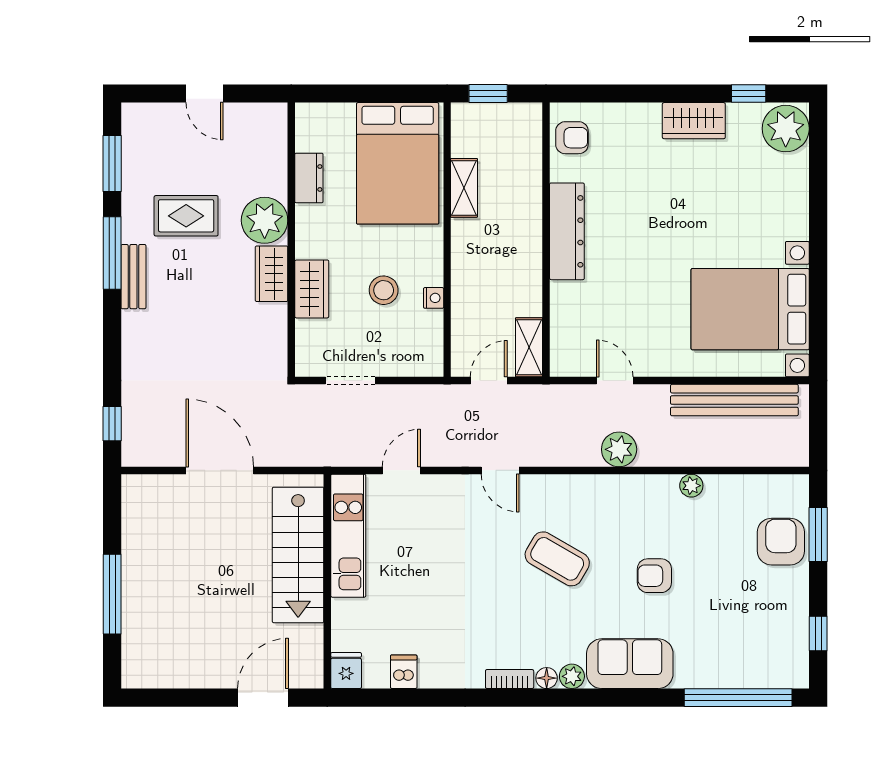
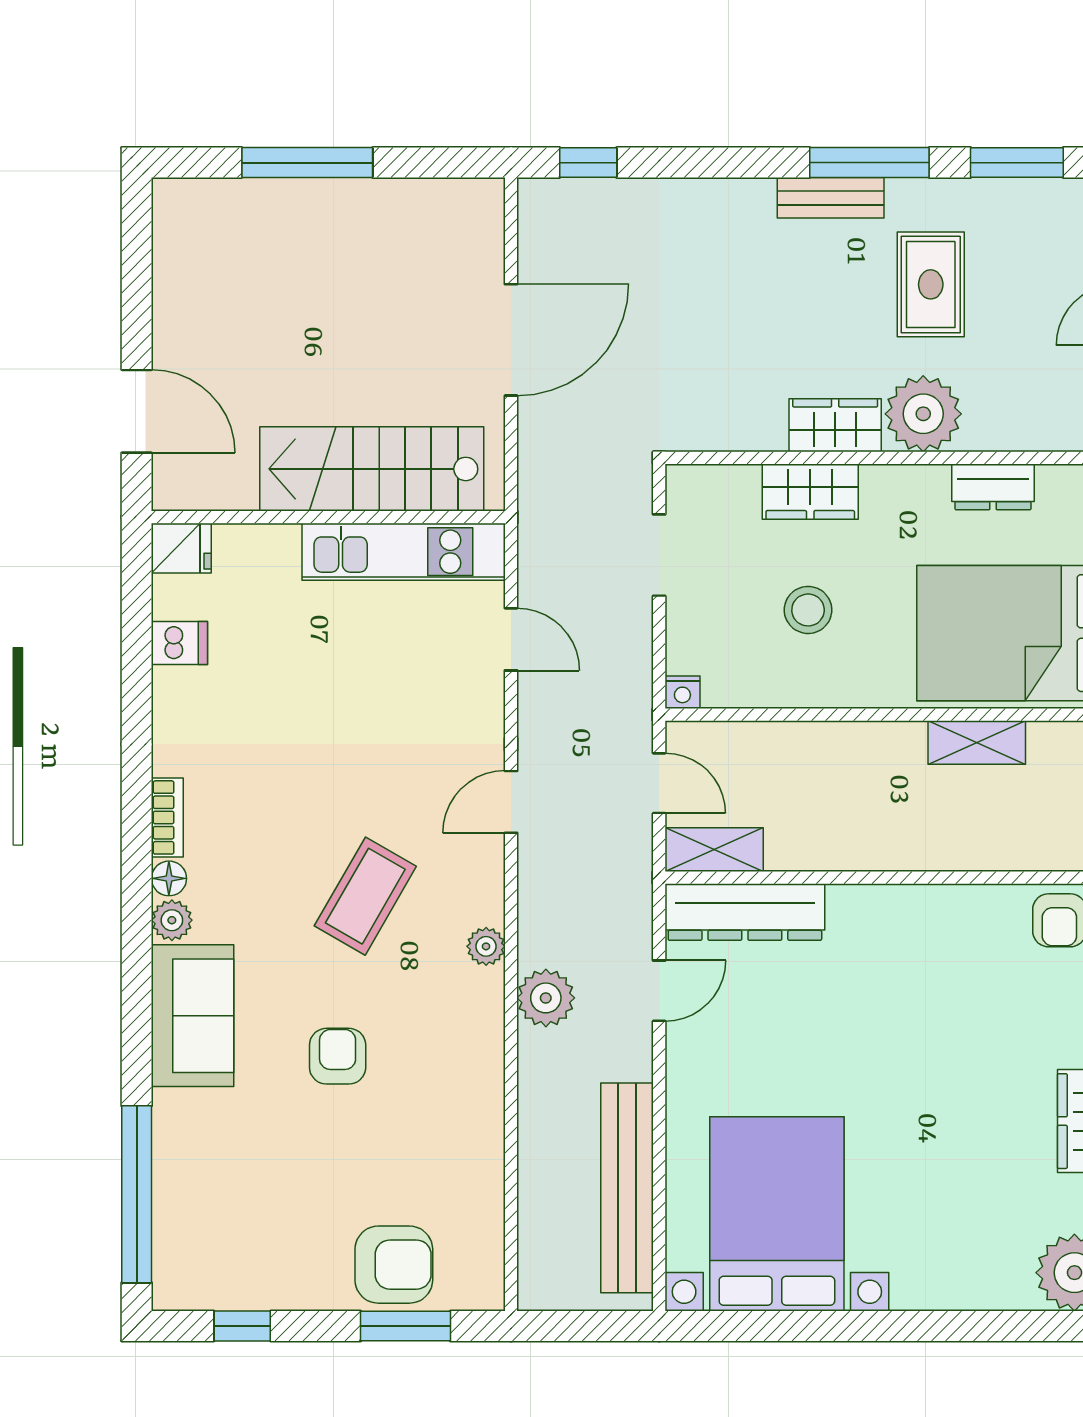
dresser: (567, 231) -> (745, 912), moved
nightstand: (434, 298) -> (682, 692), moved
plant: (691, 486) -> (486, 946), moved

